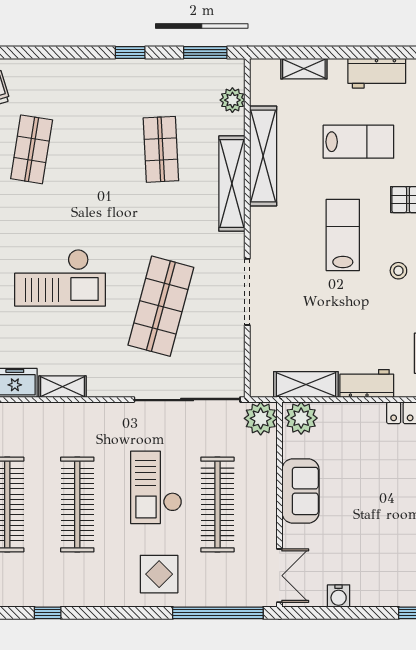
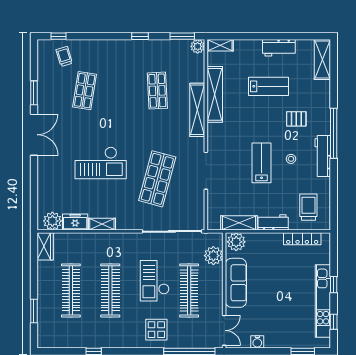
shelving: (304, 69) -> (220, 45), moved
plant: (232, 100) -> (198, 46), moved
lab bench: (343, 235) -> (262, 163), moved
plant: (261, 418) -> (213, 256), moved
sofa: (300, 491) -> (236, 283), width x1.36

